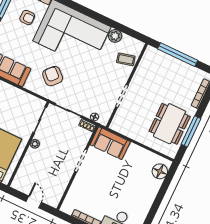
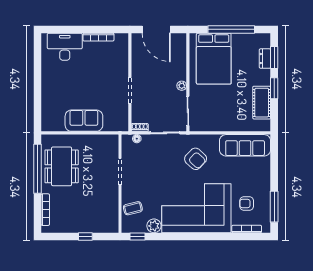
window: (133, 33) -> (138, 236), added
window: (178, 55) -> (85, 236), width x0.32
window: (191, 131) -> (37, 169), width x1.46
sofa: (110, 143) -> (84, 121), moved
floor lamp: (160, 171) -> (49, 116), removed
door: (34, 202) -> (156, 29), width x1.87

